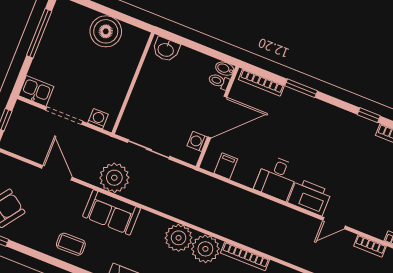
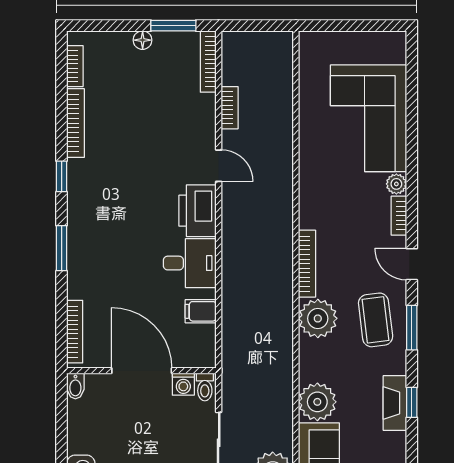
toilet: (219, 81) -> (205, 387), moved
window: (301, 88) -> (62, 248), moved
filing cabinet: (226, 166) -> (201, 311), moved
plant: (179, 238) -> (317, 402), moved

